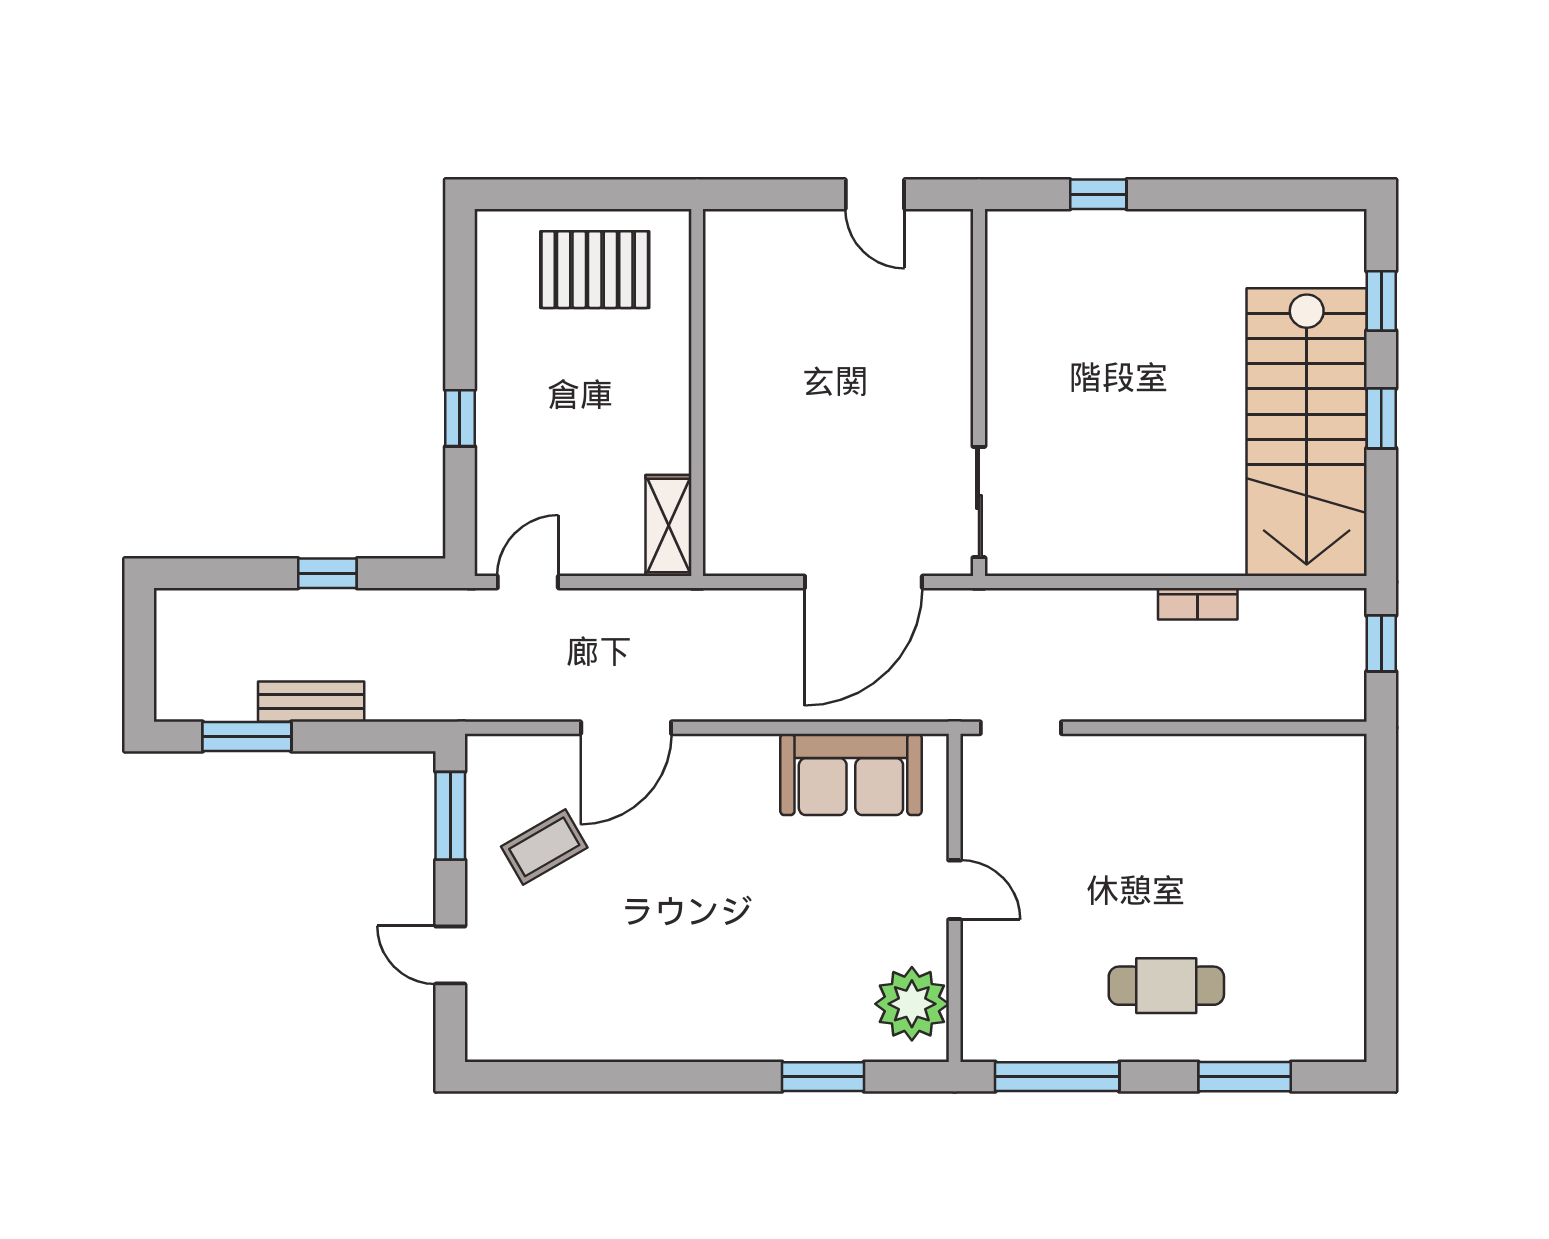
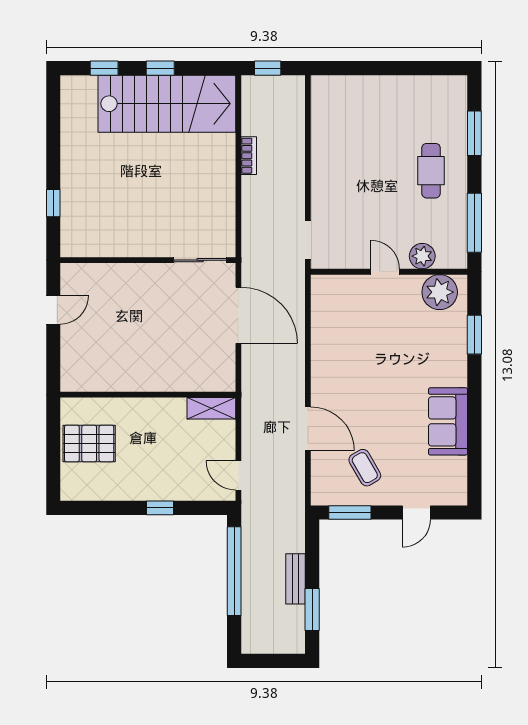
pallet: (595, 270) -> (89, 444), turned 90
window: (327, 573) -> (234, 571), width x3.17
sofa: (851, 774) -> (448, 421), moved, turned 180
door: (955, 890) -> (385, 272), hinge flipped
plant: (987, 967) -> (422, 256), added

